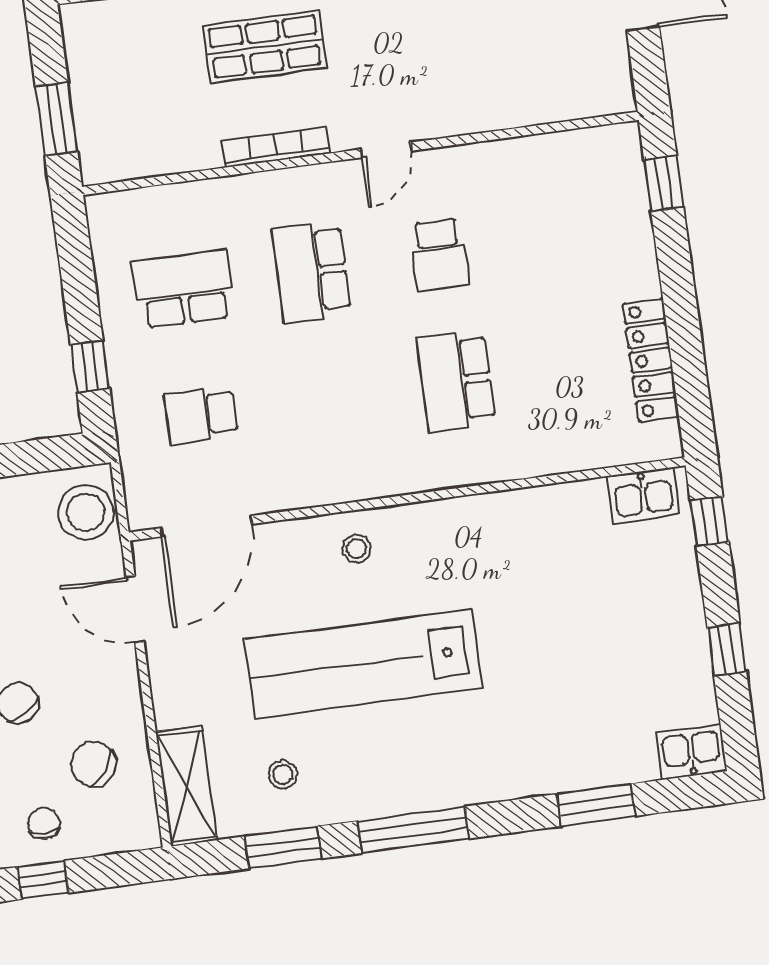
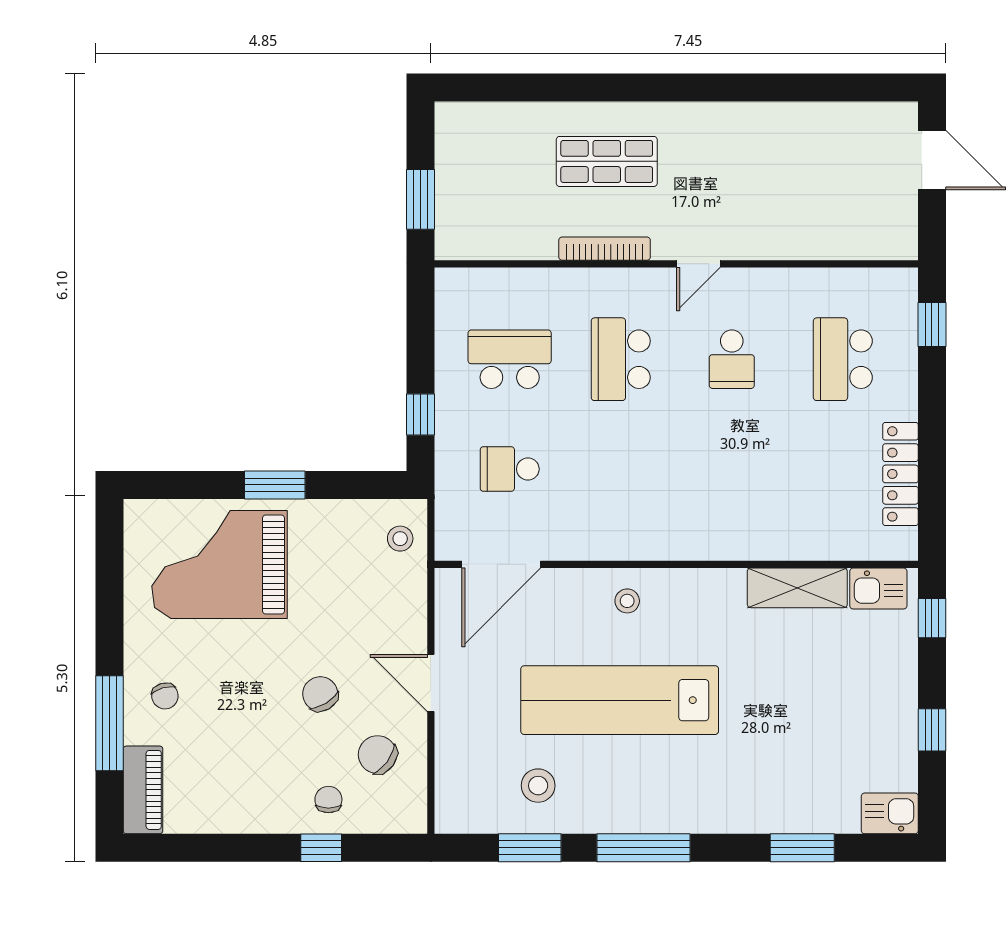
school desk: (456, 381) -> (843, 359), moved
stool: (86, 512) -> (400, 539), width x0.53, depth x0.53
door: (135, 609) -> (431, 683), moved
stool: (283, 775) -> (538, 786), width x1.37, depth x1.37
shelving: (186, 786) -> (797, 588), moved, turned 90

